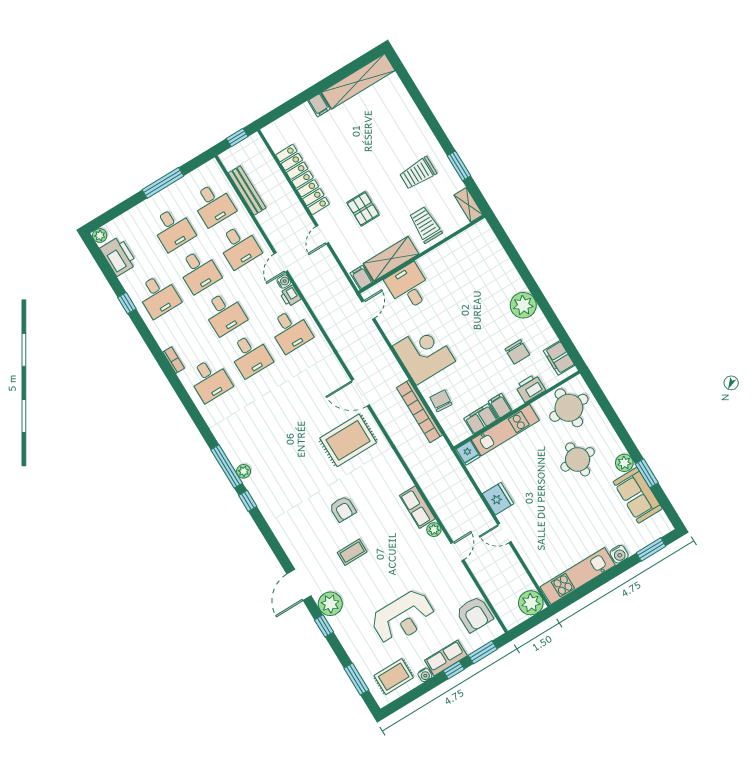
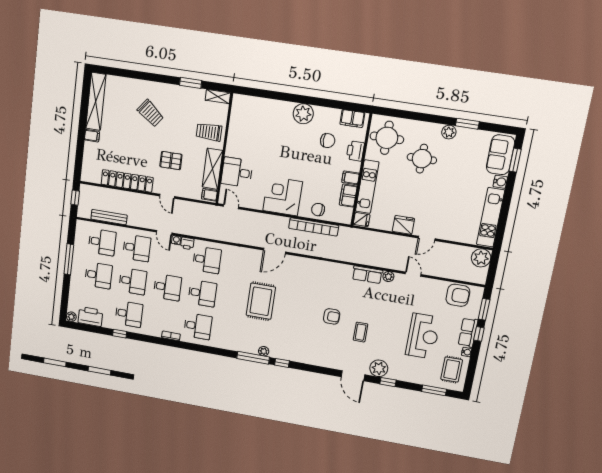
trolley: (418, 173) -> (150, 113), moved, turned -52
rug: (348, 440) -> (261, 301), moved
sofa: (638, 495) -> (500, 155), moved, turned 90

